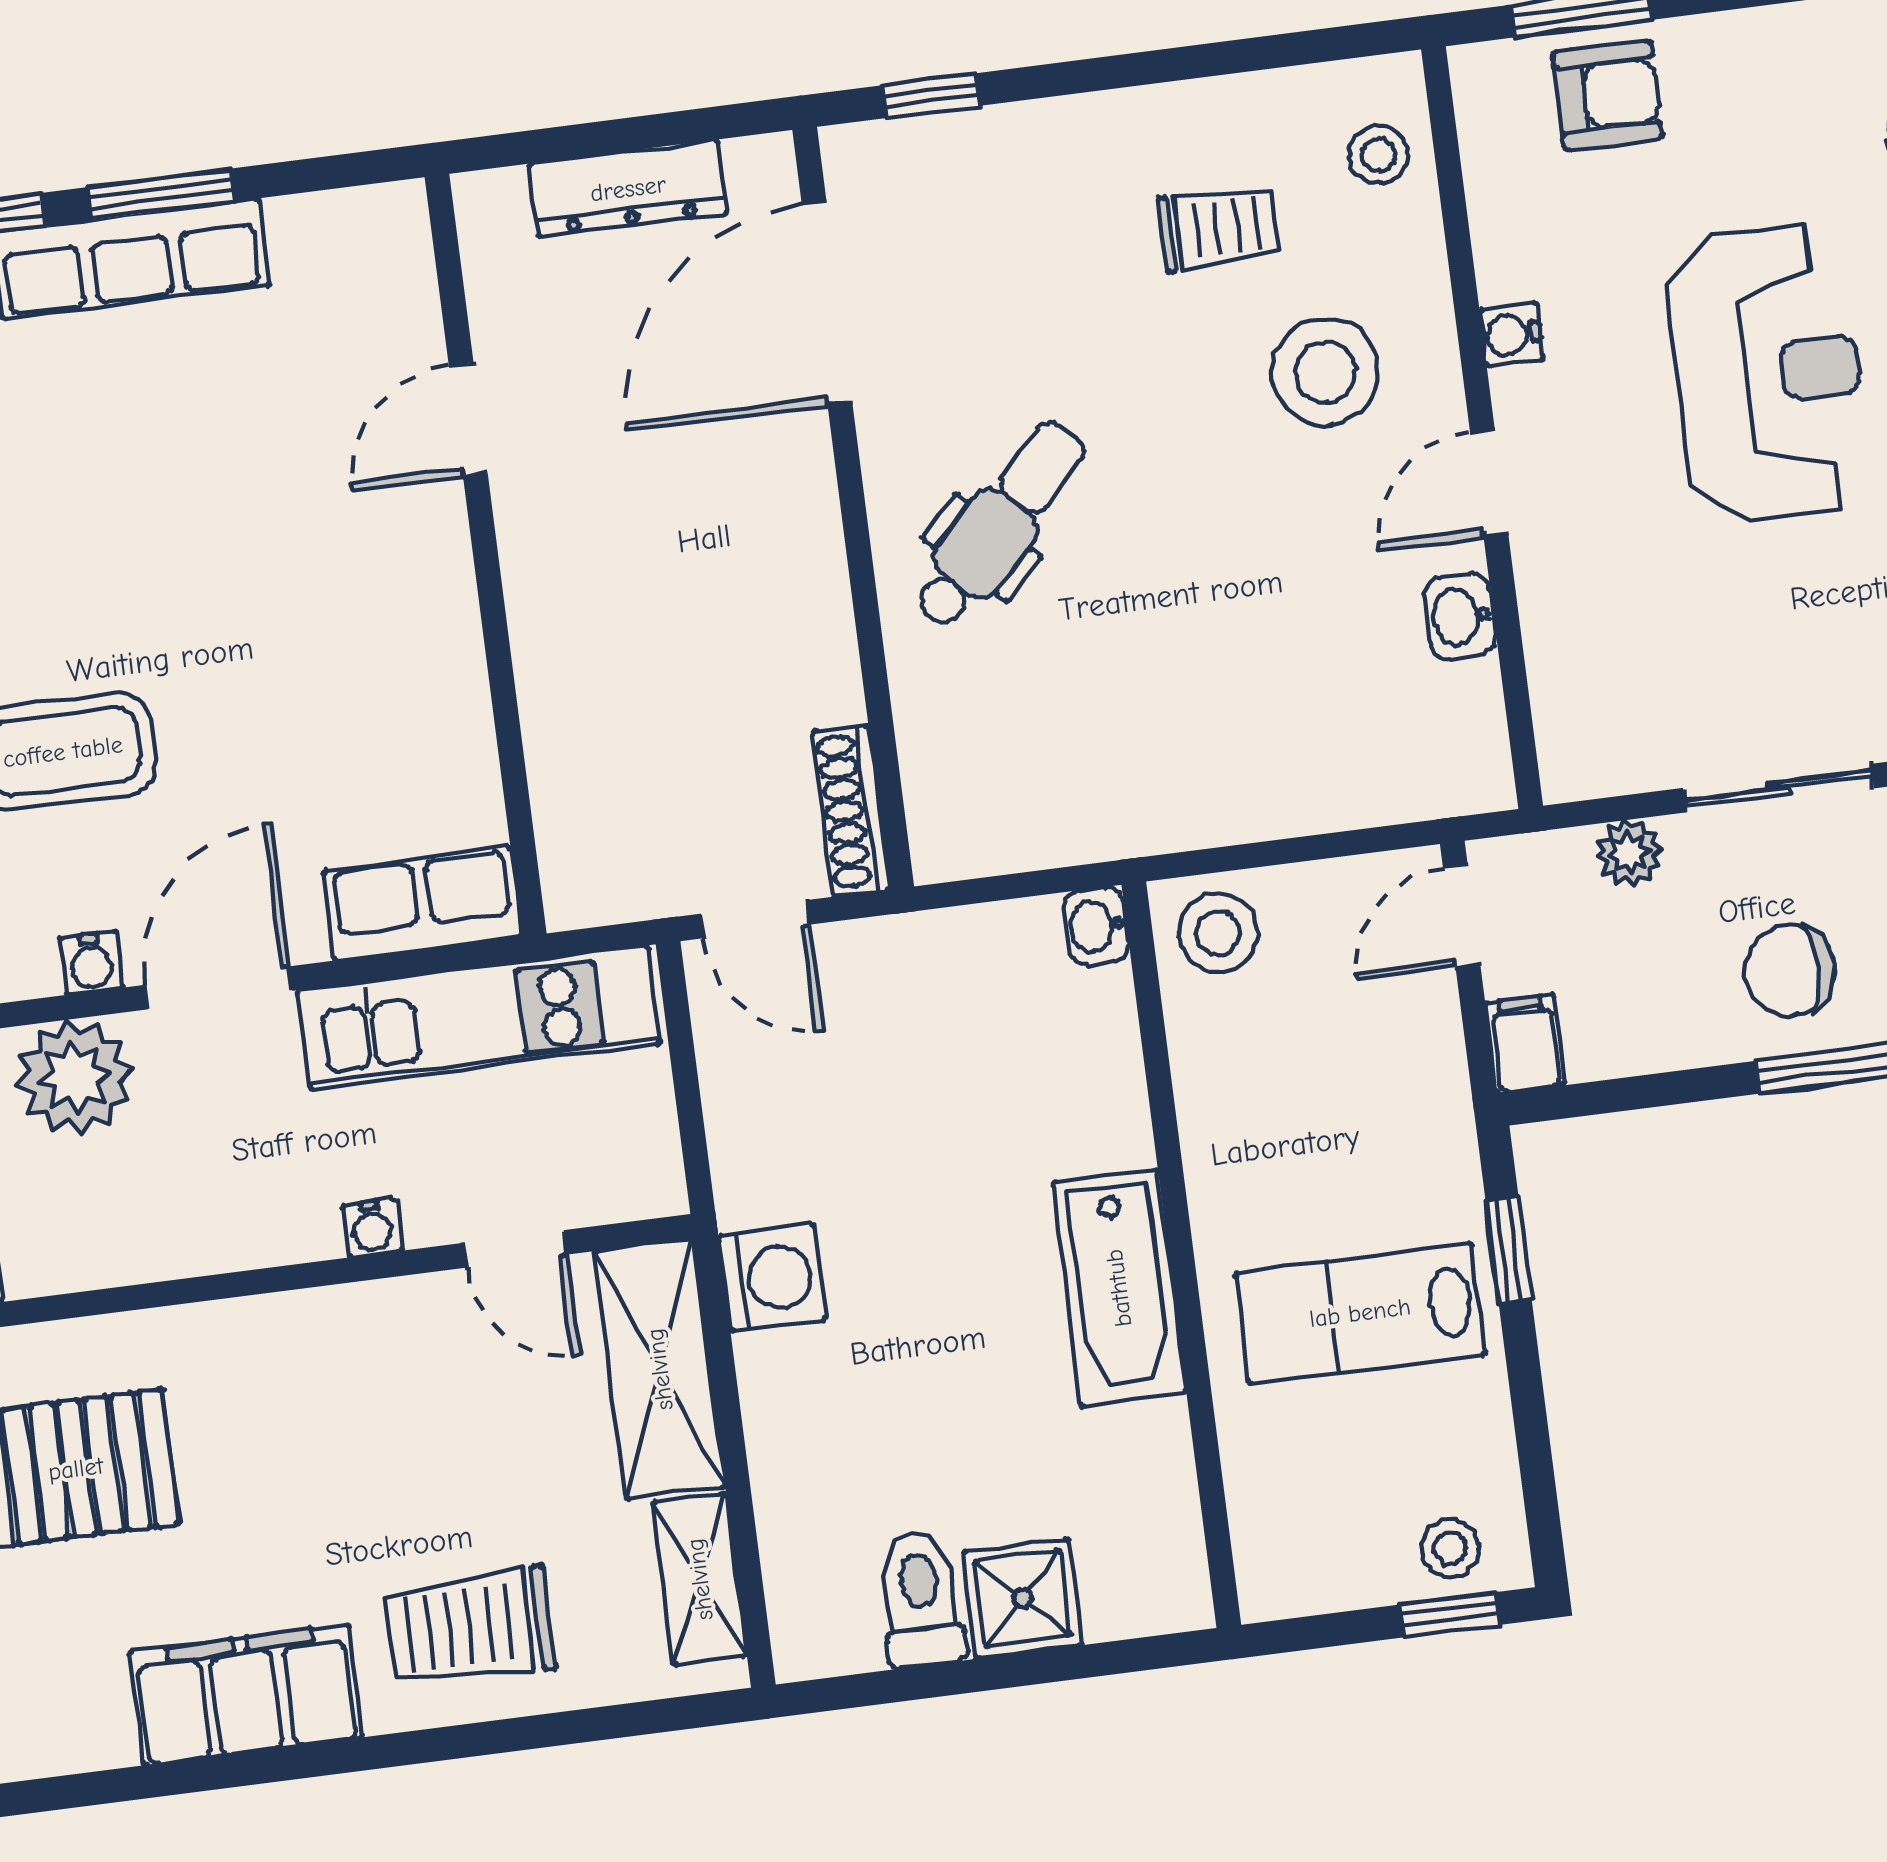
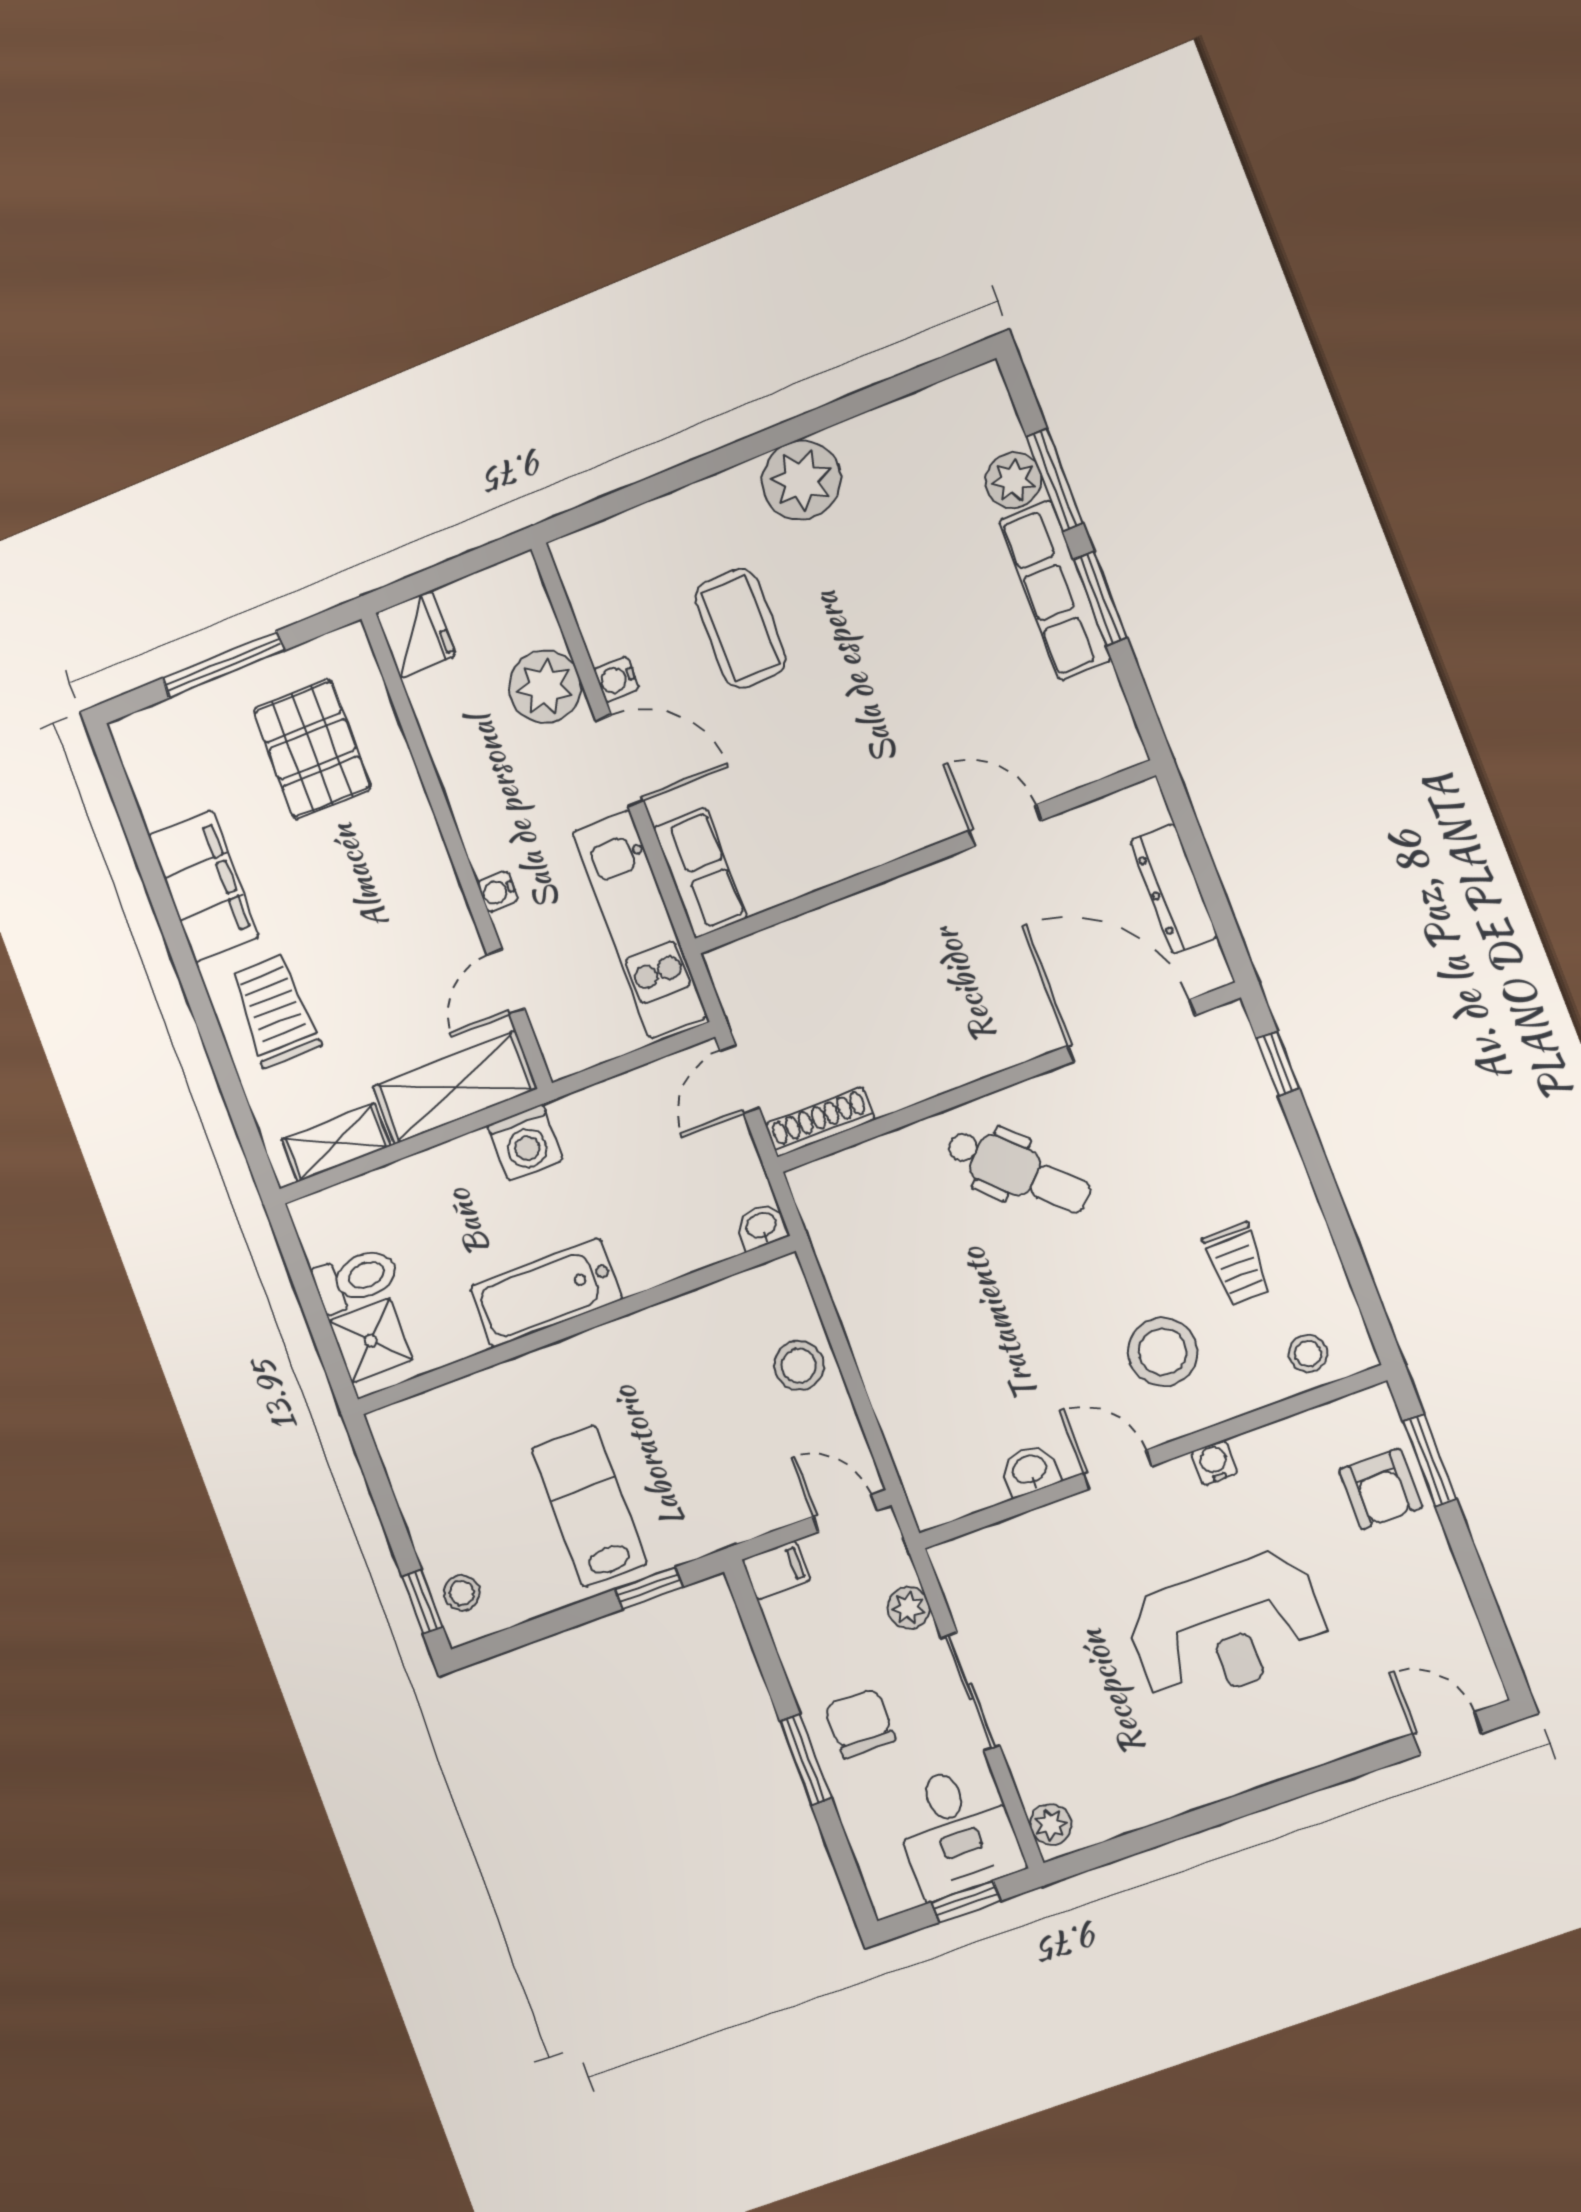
washbasin: (1096, 926) -> (762, 1226), moved
wall: (1181, 1255) -> (575, 1326), moved
bathtub: (1119, 1288) -> (546, 1293), moved

